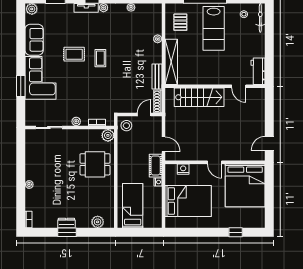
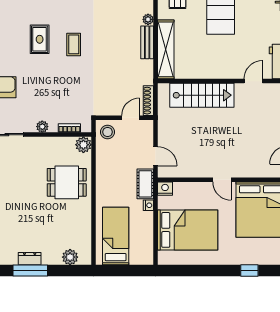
rug: (74, 54) -> (40, 39), turned 90
bench: (157, 76) -> (147, 42), moved
door: (239, 86) -> (253, 81), swing flipped
nightstand: (183, 169) -> (165, 189), moved
window: (67, 232) -> (30, 271), width x1.44

